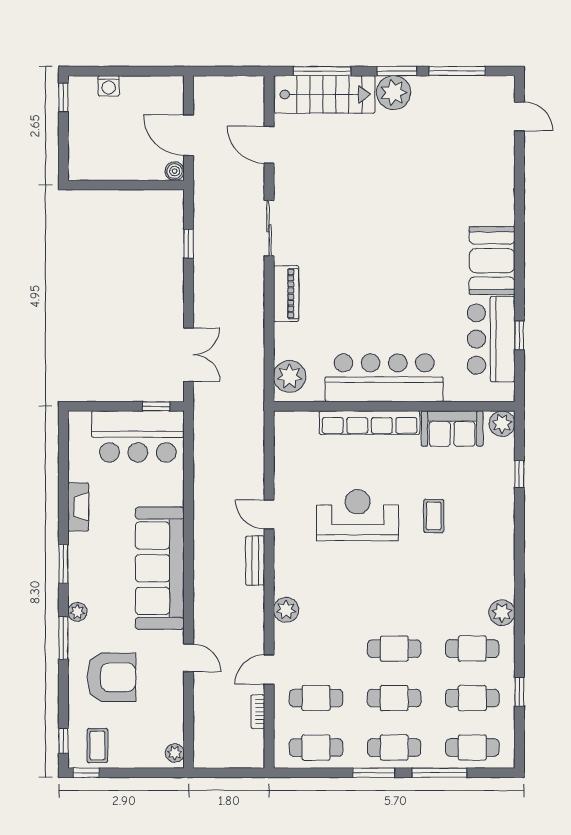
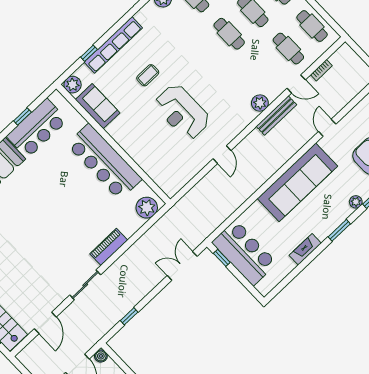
row of seats: (370, 423) -> (113, 45), moved, turned 90
bench: (255, 561) -> (276, 115), moved, width x1.36

